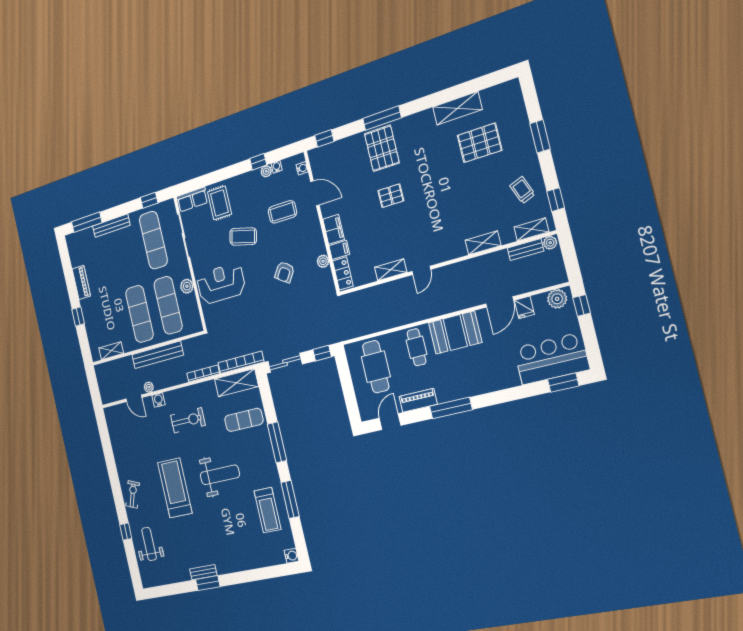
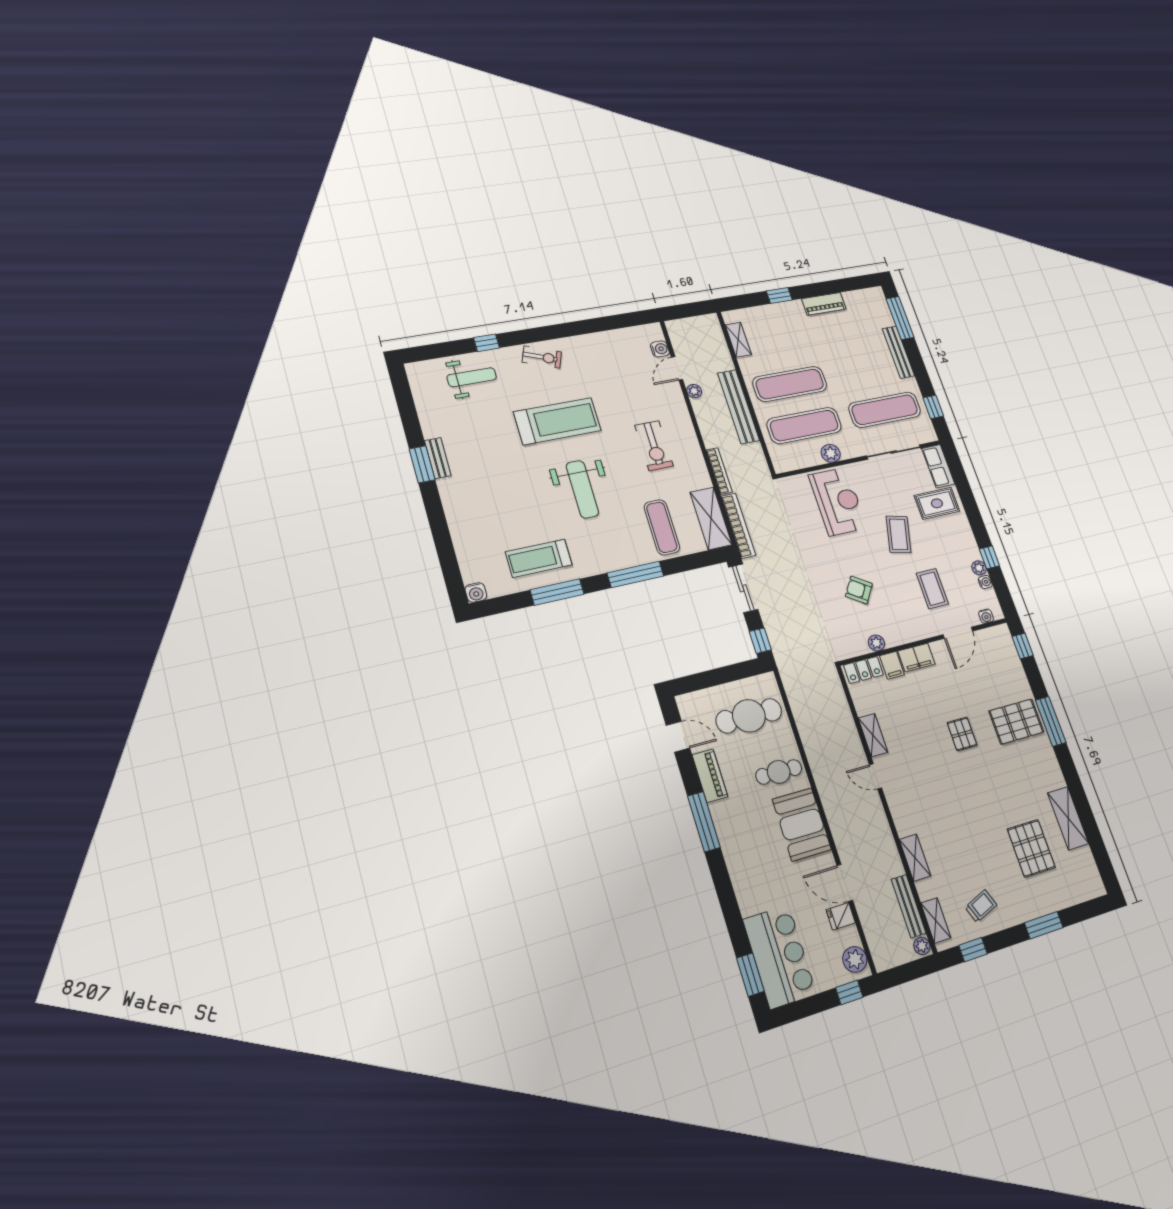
bench: (526, 250) -> (909, 906), width x1.36
water cooler: (158, 400) -> (660, 349), moved

